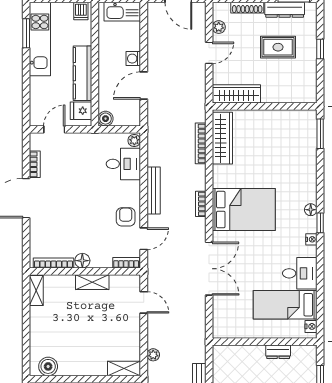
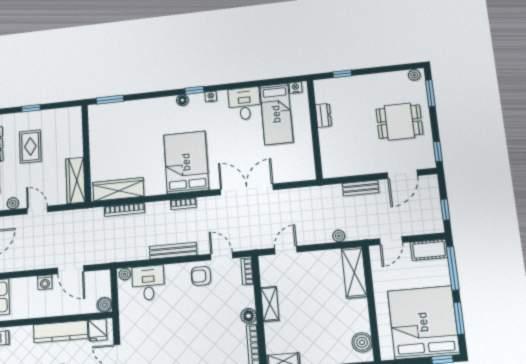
shelving: (124, 368) -> (354, 272), width x1.50, depth x1.33

